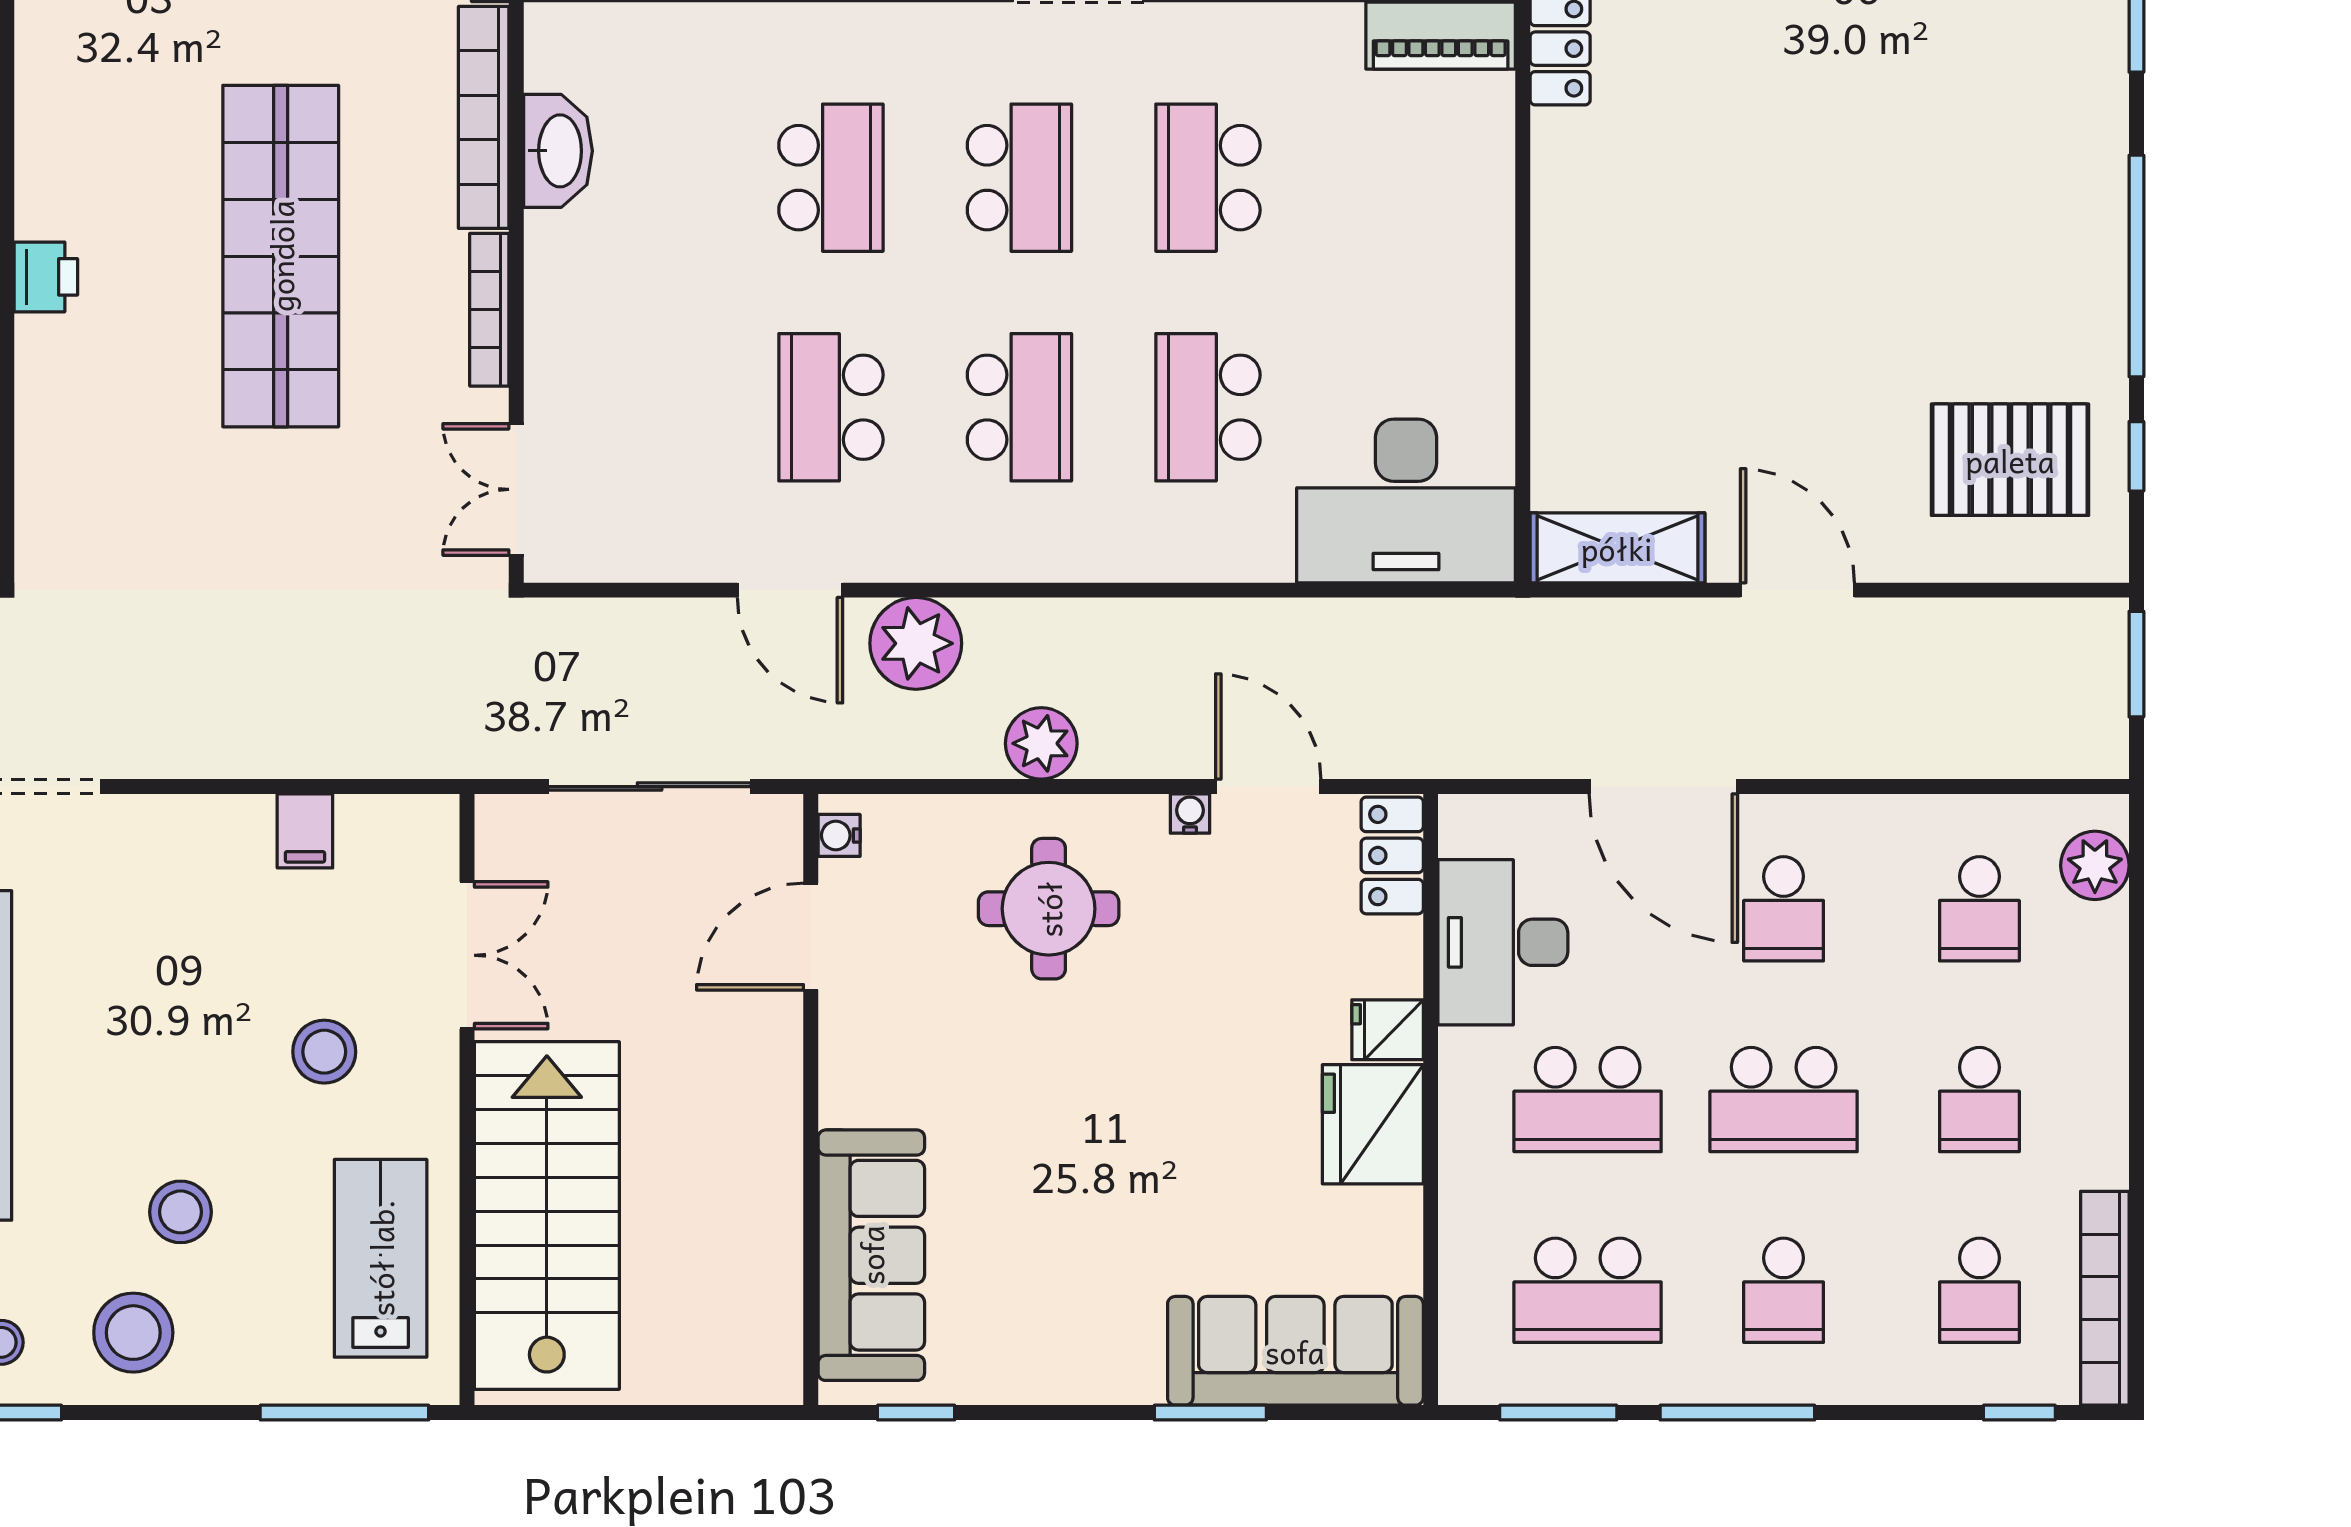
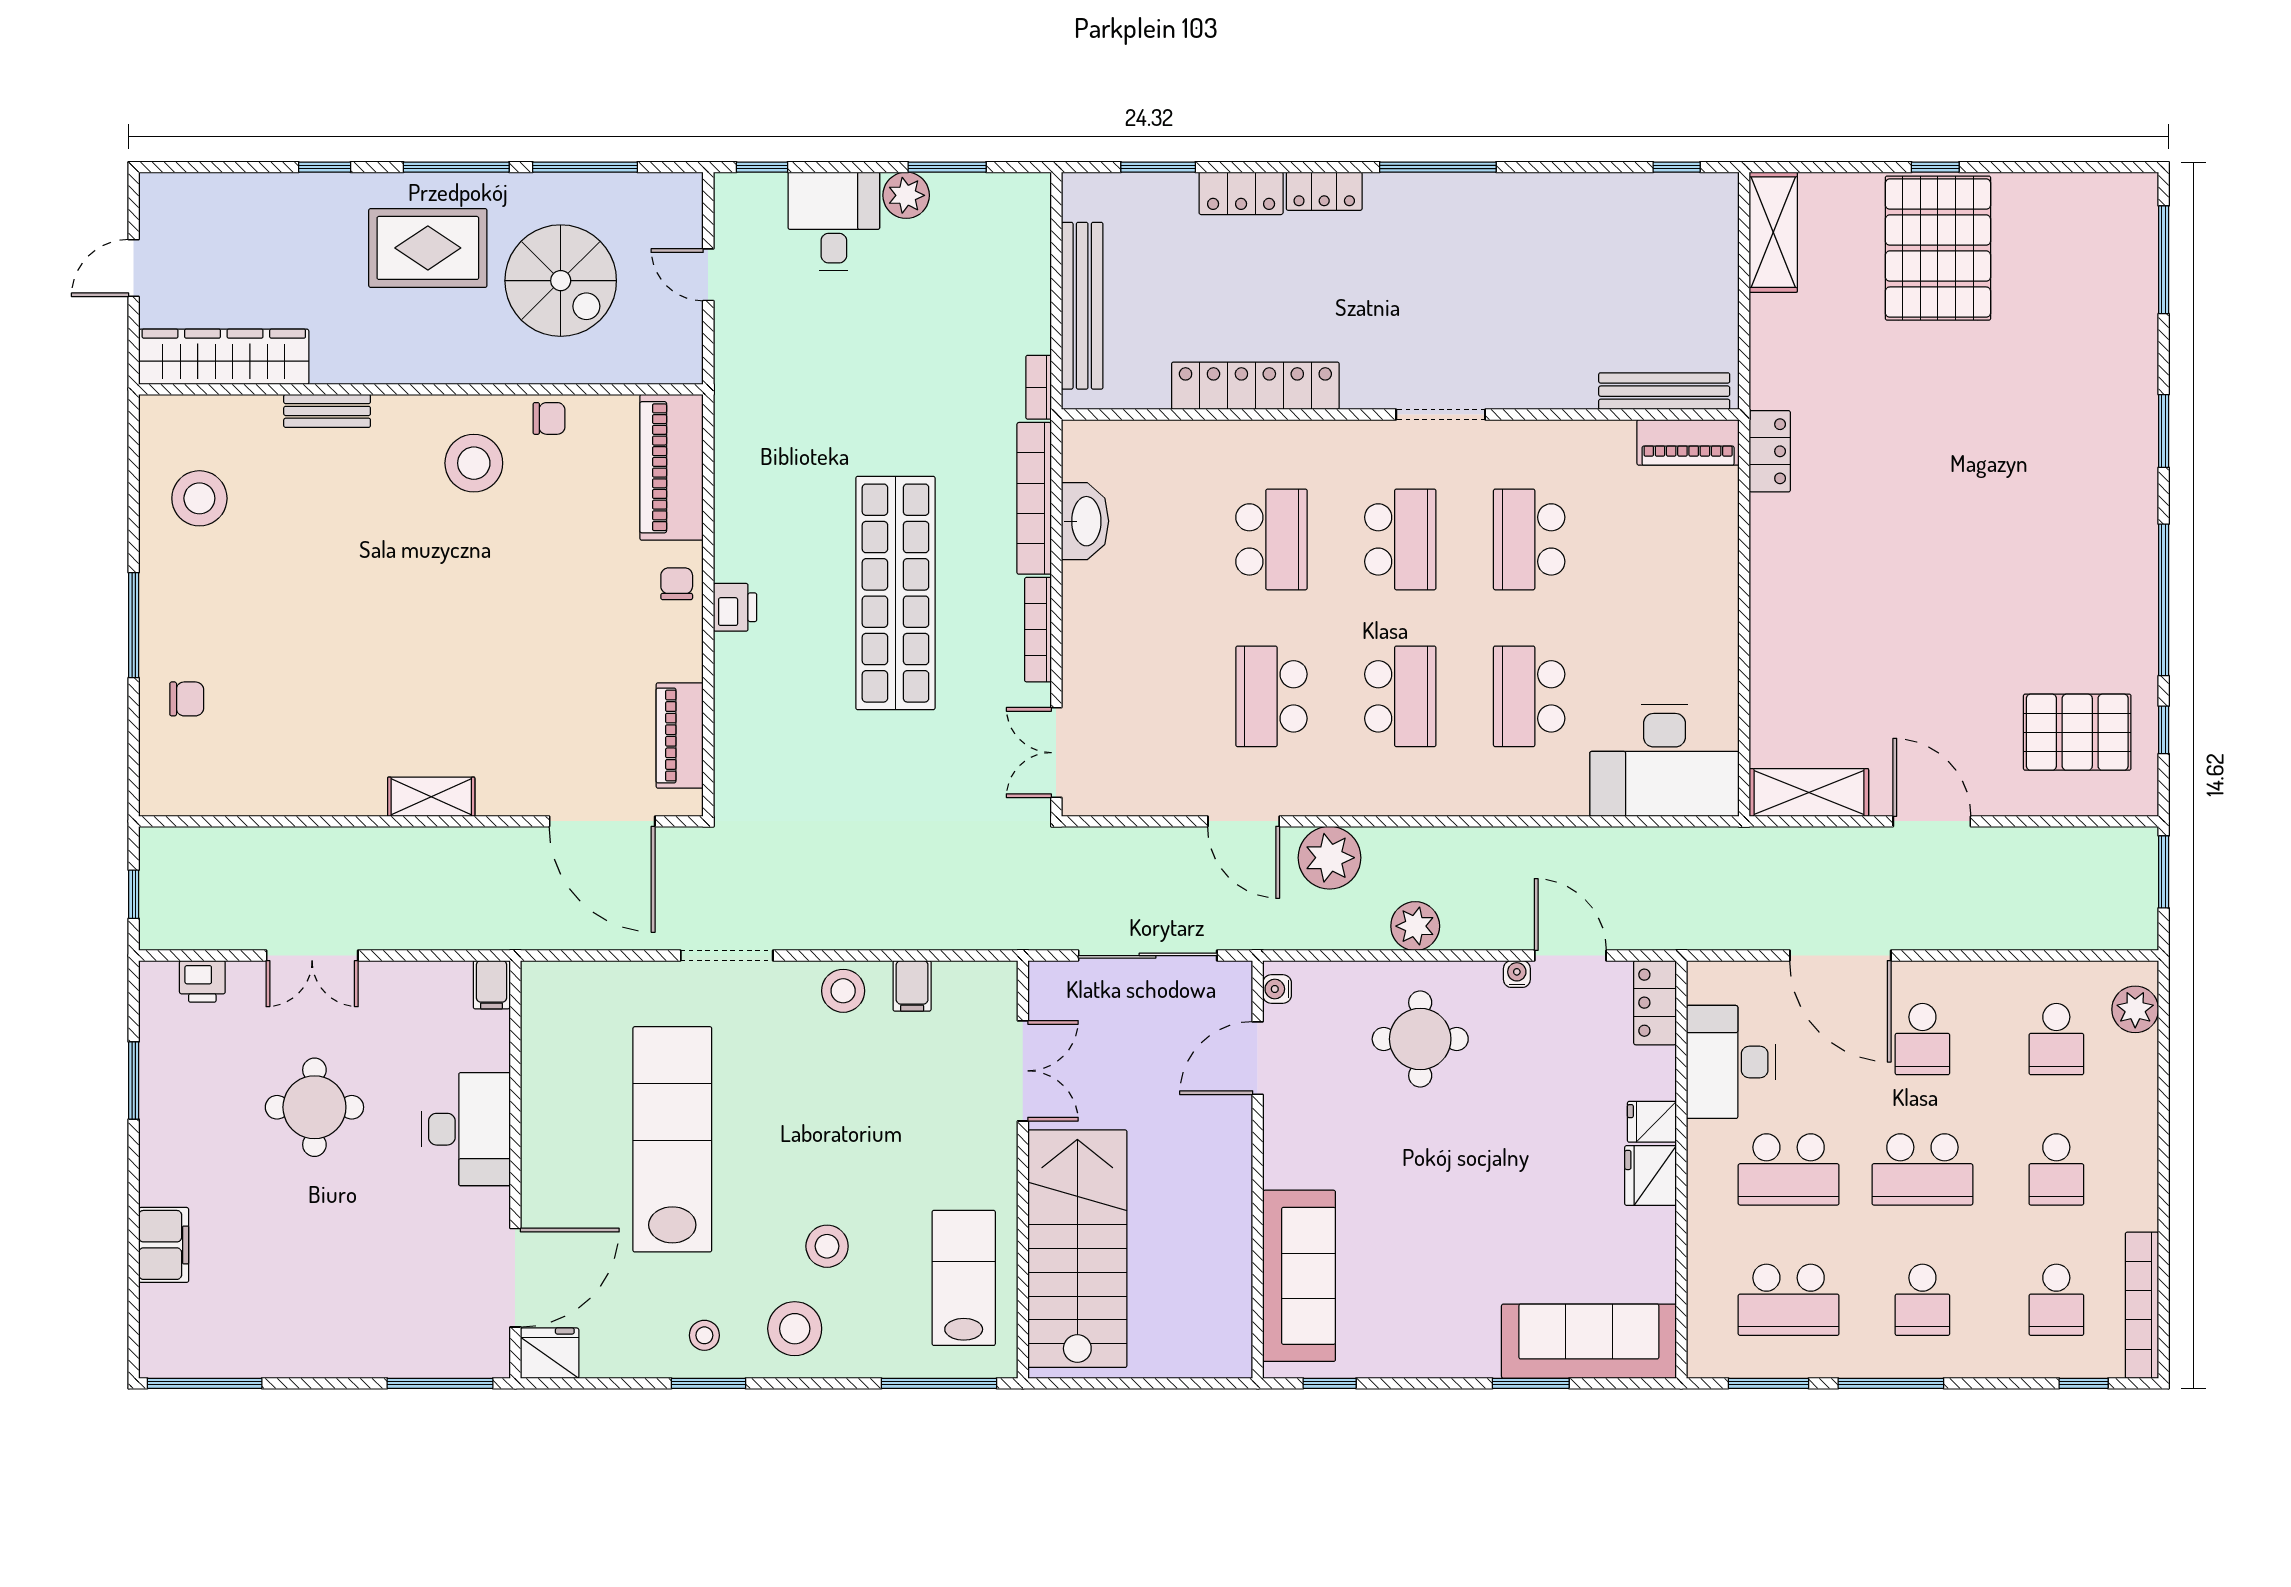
stool: (324, 1052) -> (843, 991), moved
fridge: (1373, 1124) -> (1650, 1176), width x0.73, depth x0.75

